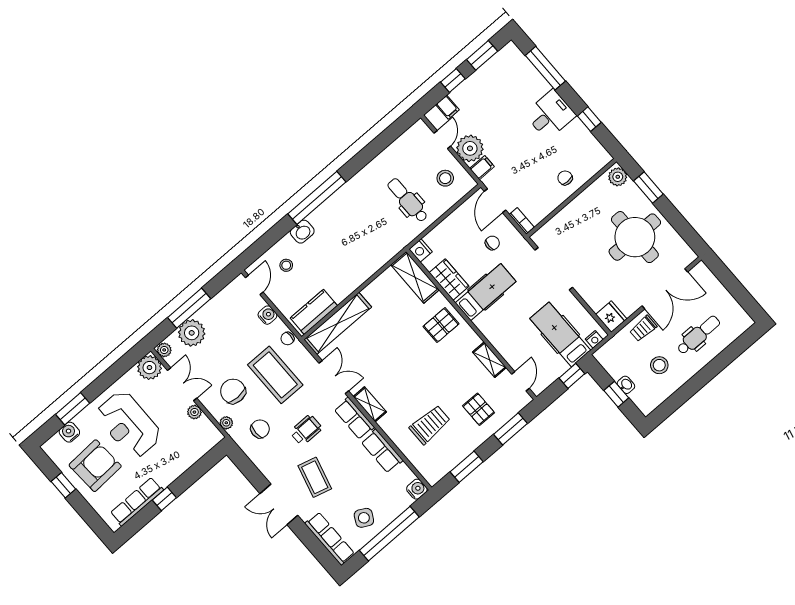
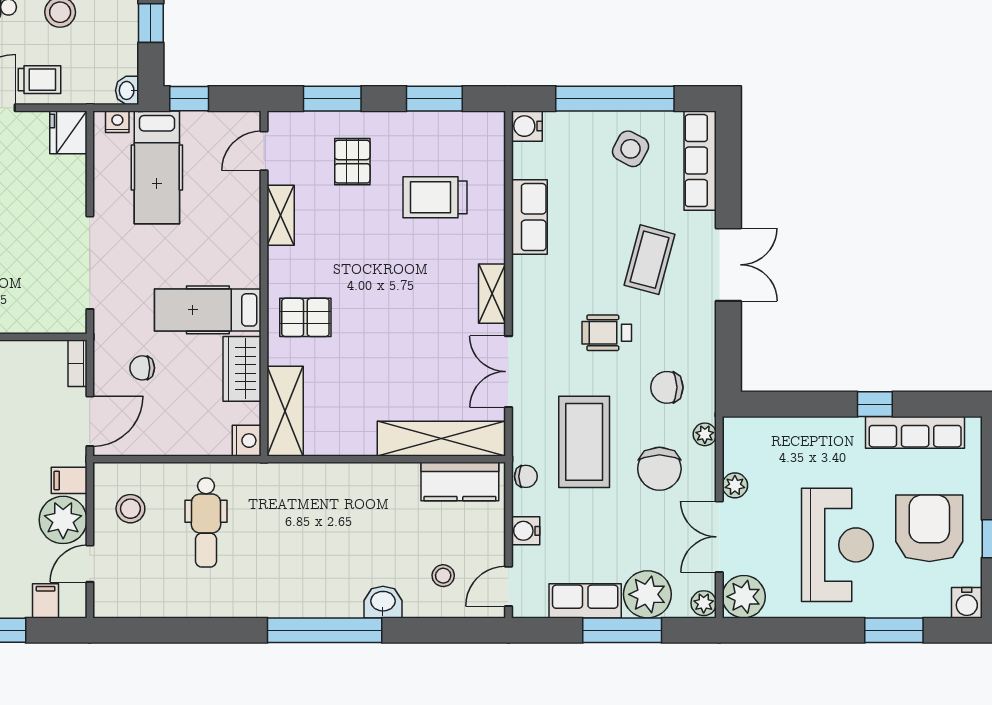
washbasin: (626, 385) -> (127, 90), moved
row of seats: (354, 418) -> (585, 601), moved, turned -90
water cooler: (69, 432) -> (967, 603), moved
armchair: (95, 466) -> (929, 528), turned 93

